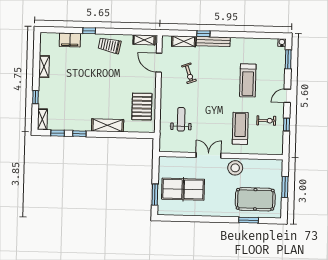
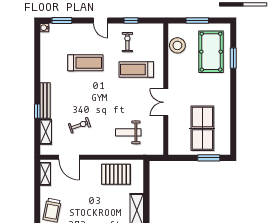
door: (159, 63) -> (69, 157), hinge flipped
stool: (235, 168) -> (177, 45), moved

